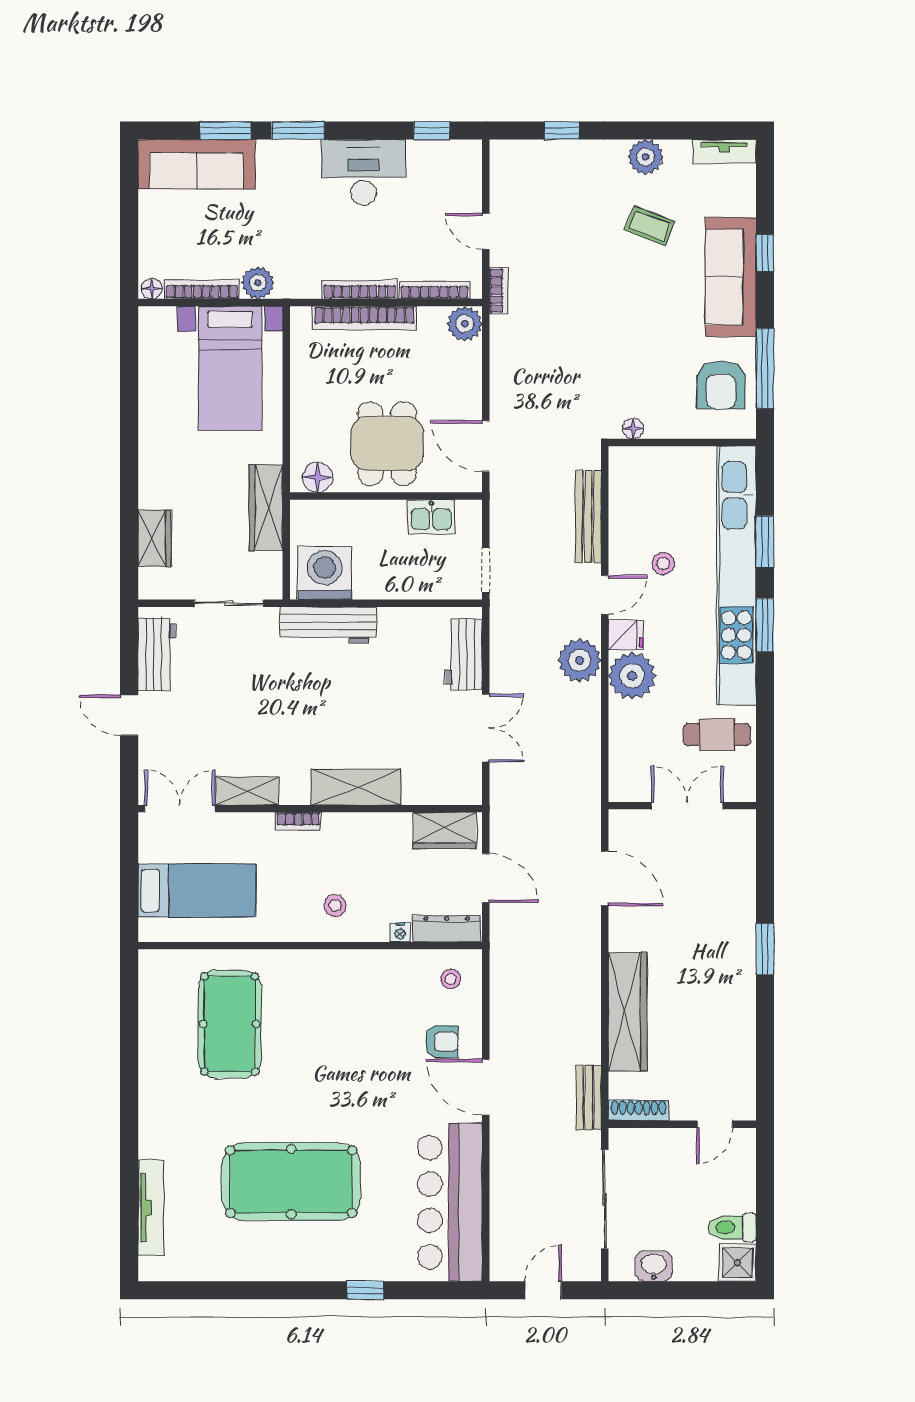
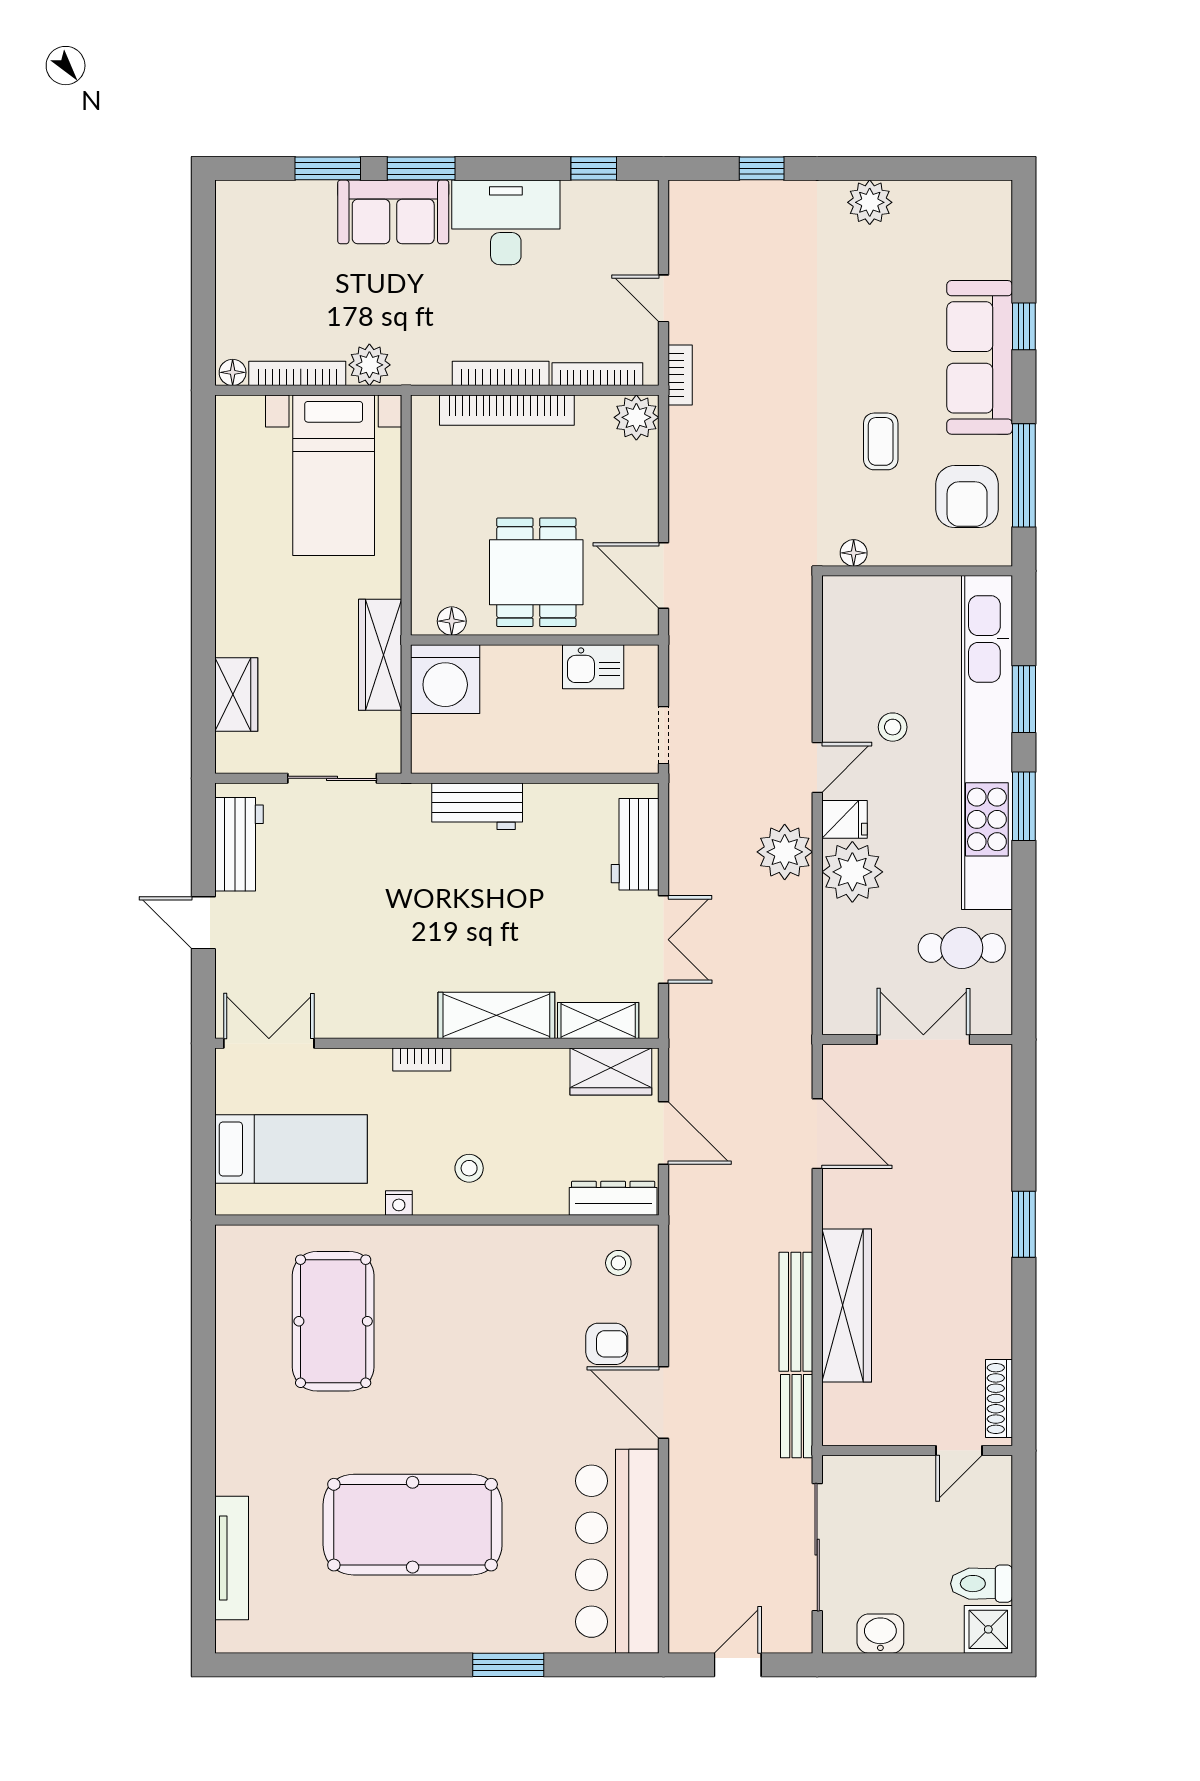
tv unit: (724, 151) -> (972, 195), removed
sofa: (196, 164) -> (393, 212), moved, width x0.73
coffee table: (650, 226) -> (881, 441), moved, turned 69
floor lamp: (317, 477) -> (452, 621), width x0.73, depth x0.73
bench: (588, 517) -> (796, 1312), moved
washing machine: (325, 573) -> (445, 679), moved, turned 180
workbench: (328, 625) -> (477, 806), width x0.73
shelving: (247, 791) -> (598, 1021), moved
nightstand: (400, 932) -> (399, 1203), moved
shoe rack: (639, 1110) -> (999, 1398), moved, turned -90
window: (365, 1290) -> (508, 1665), width x1.50

